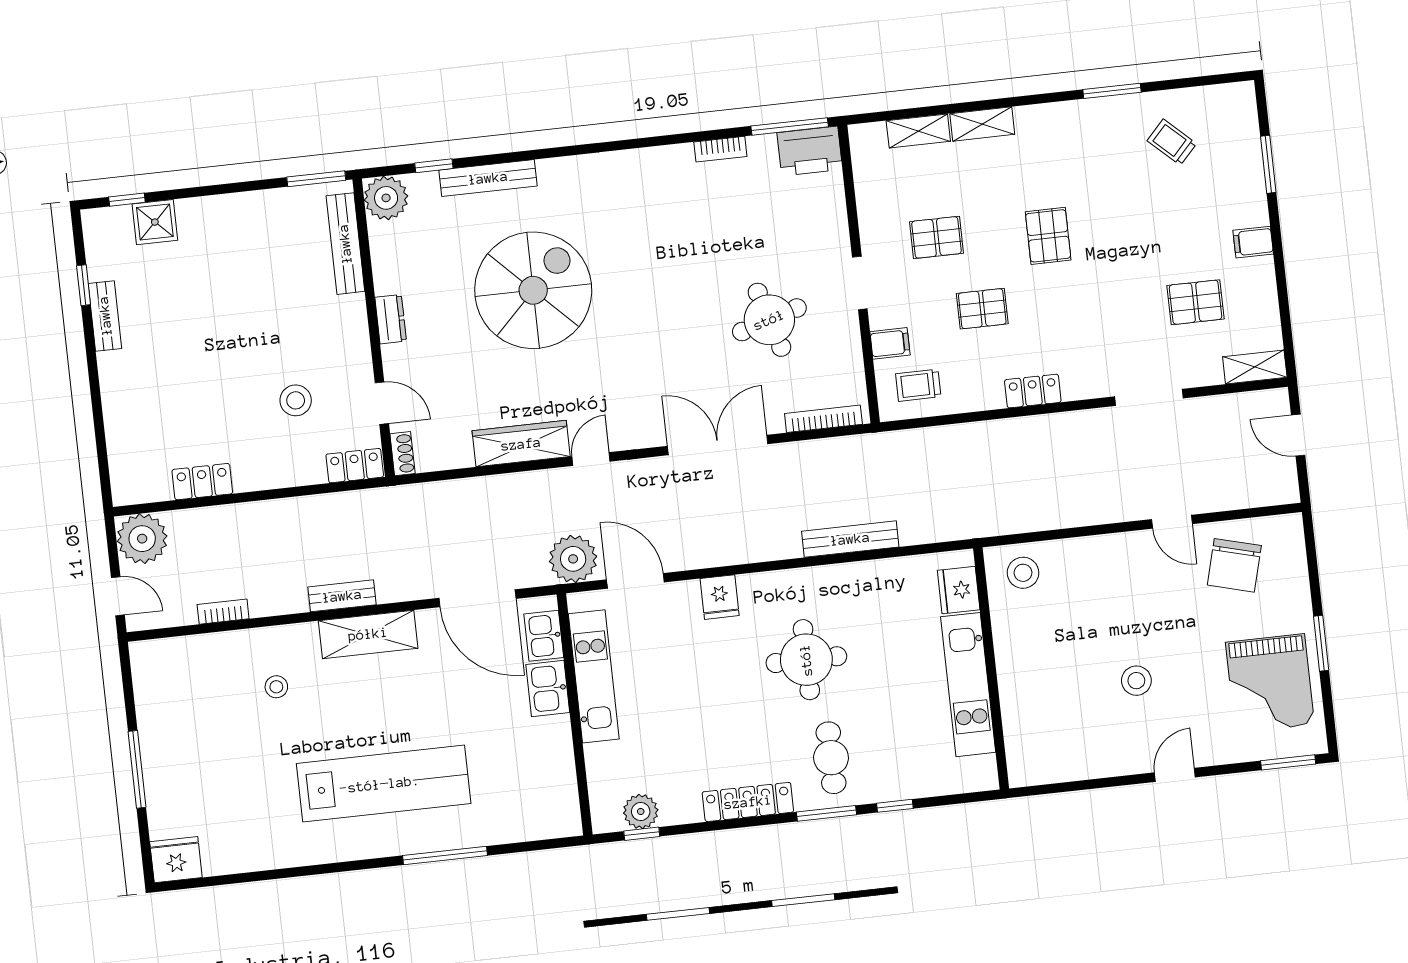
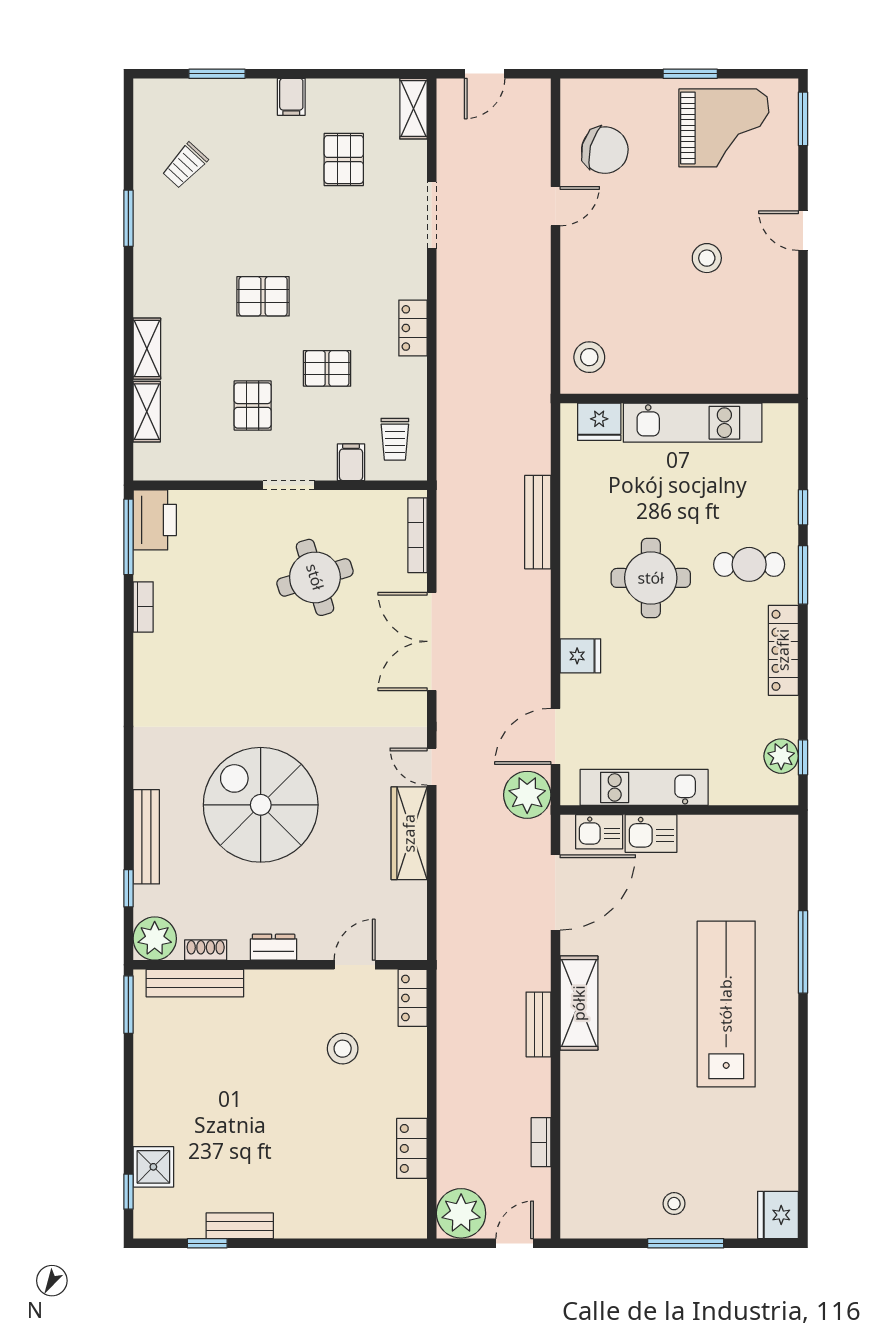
pallet: (982, 309) -> (327, 368), turned 90
shoe rack: (403, 454) -> (206, 950), moved
stool: (276, 687) -> (674, 1204), moved

